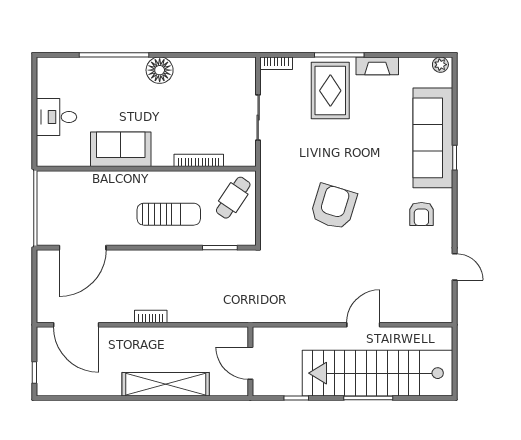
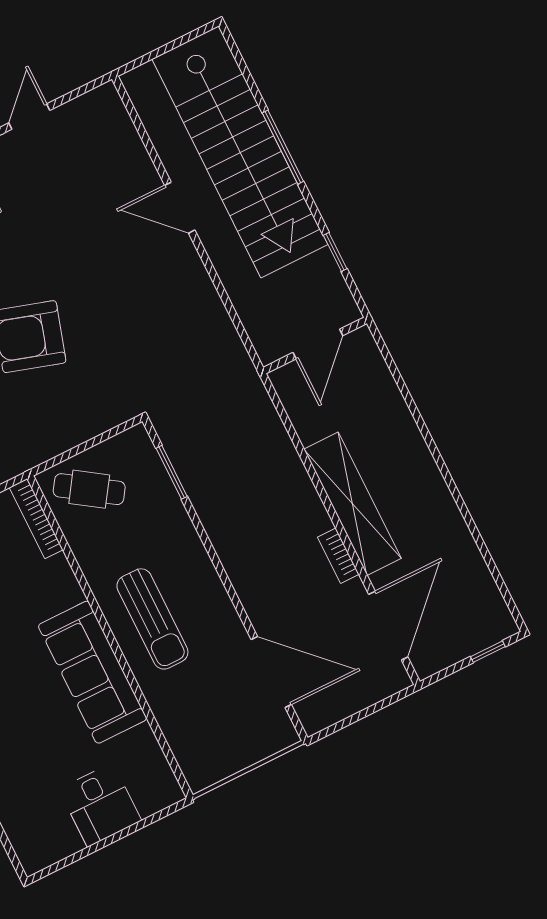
sofa: (121, 149) -> (93, 672), width x1.36
bookcase: (199, 160) -> (36, 519), moved
sun lounger: (169, 214) -> (152, 619), moved, turned 180
bookcase: (151, 316) -> (338, 556), moved
shelving: (166, 384) -> (353, 504), moved

